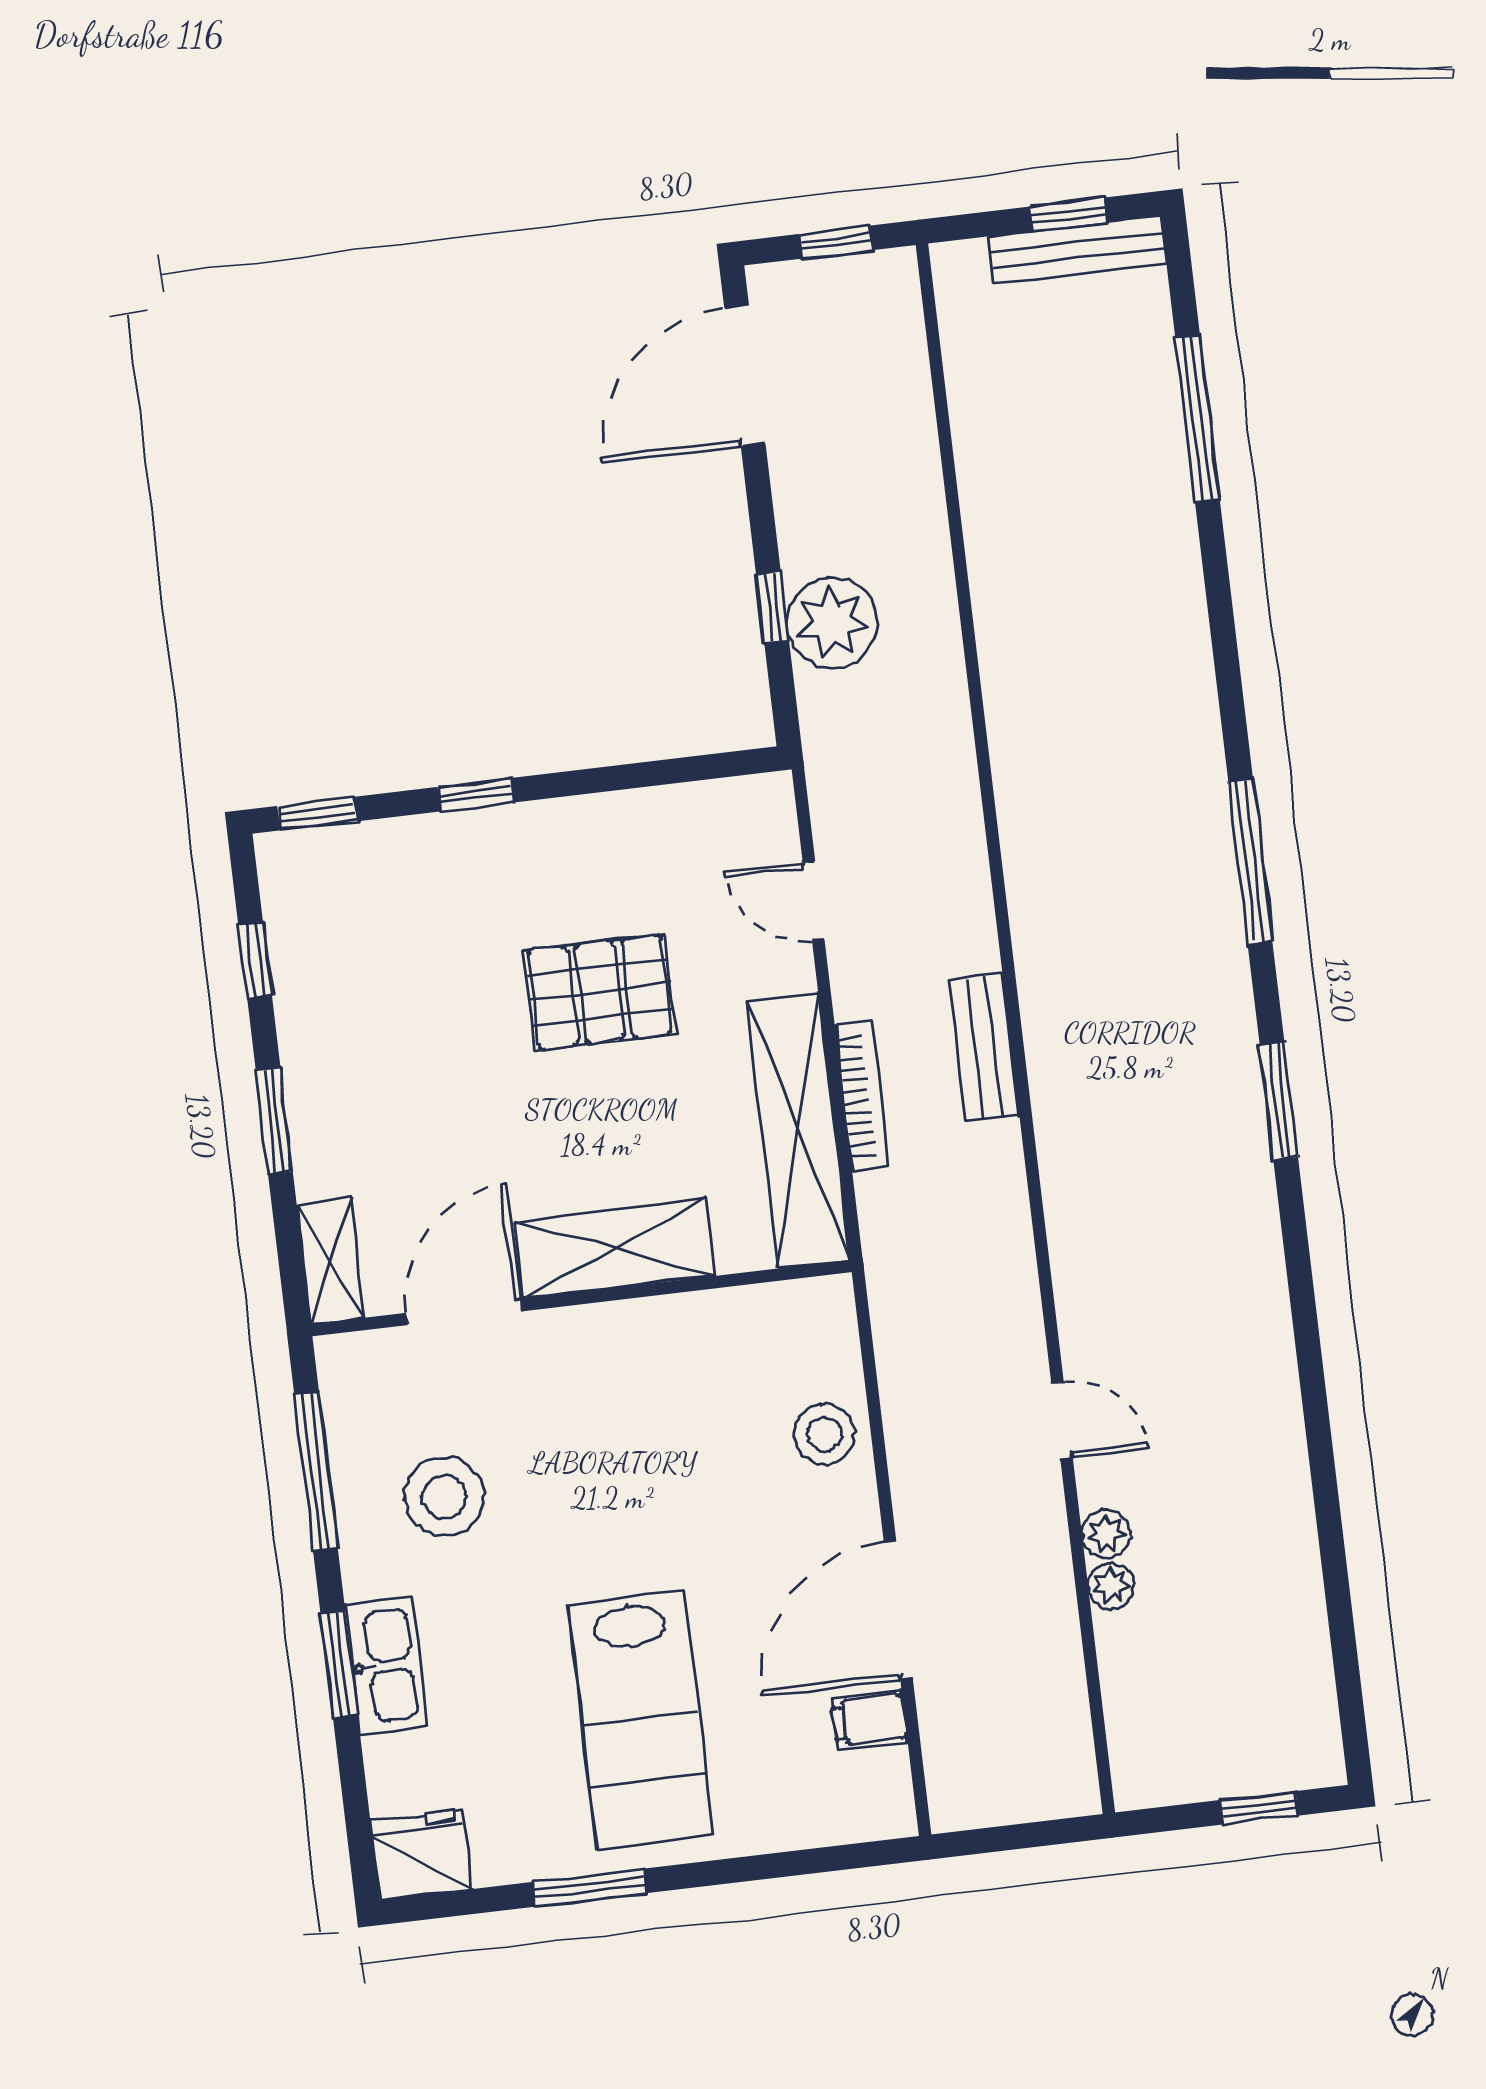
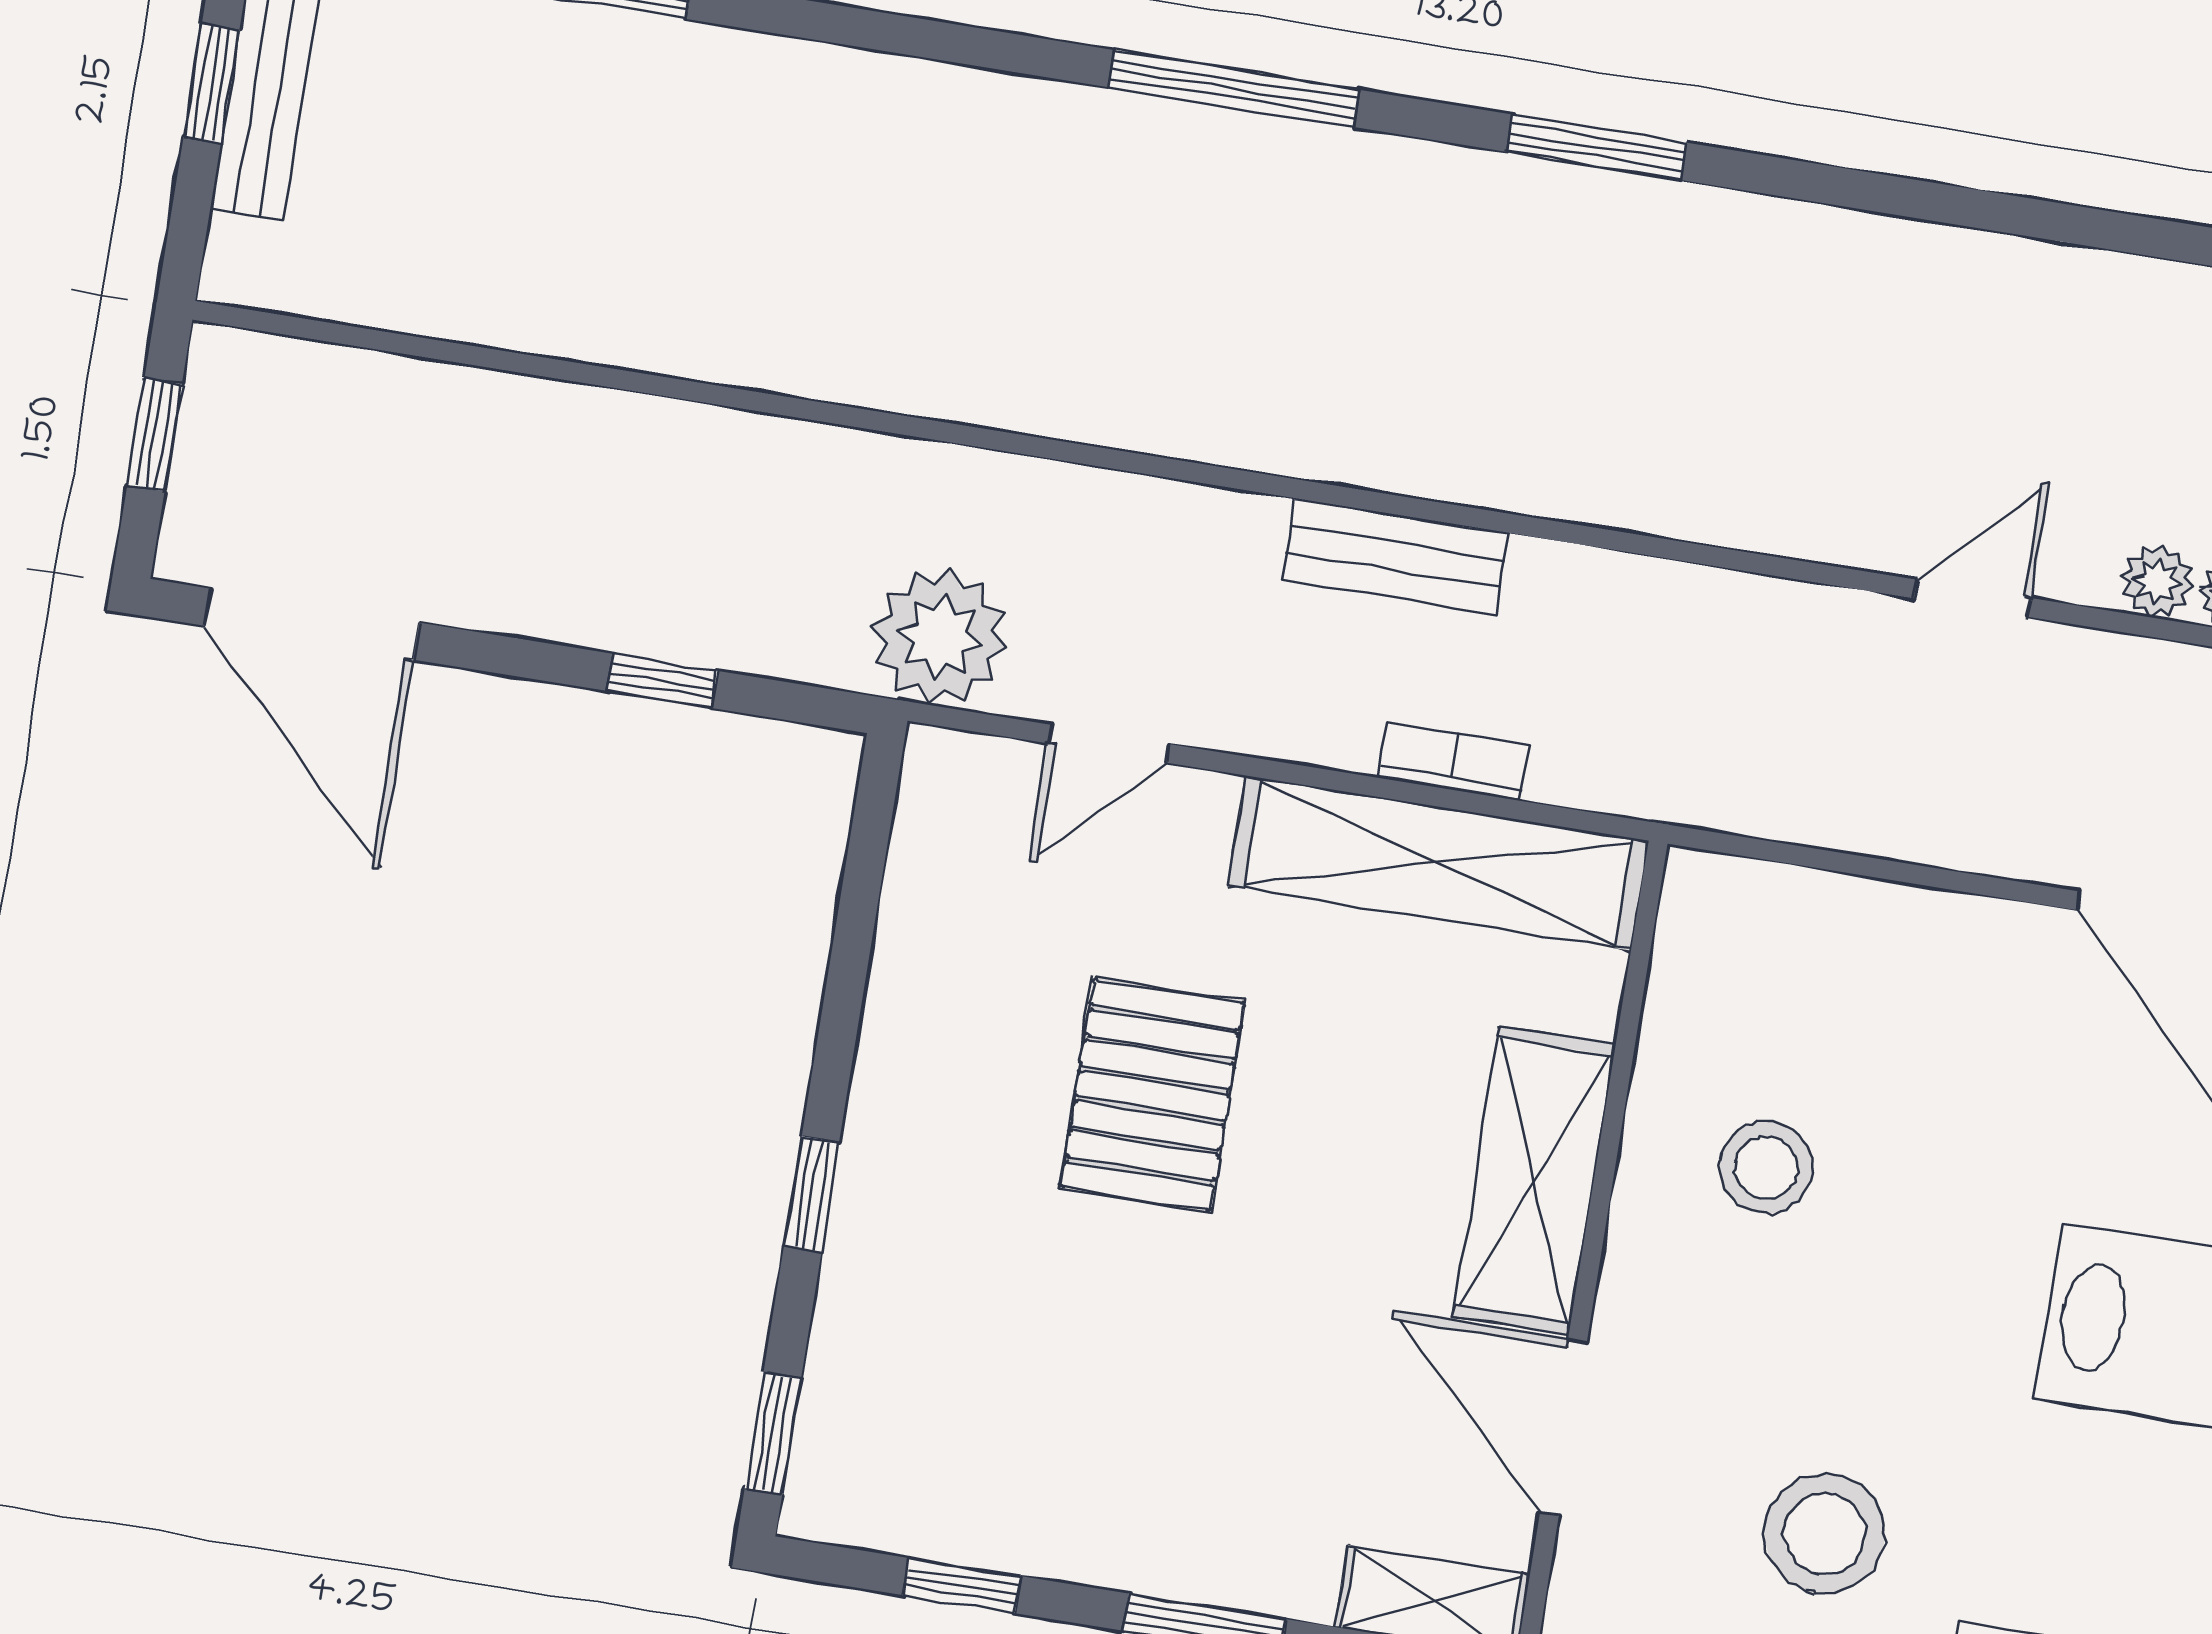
plant: (832, 623) -> (940, 637), moved
bookcase: (862, 1095) -> (1453, 761), width x0.64
stool: (825, 1434) -> (1766, 1168), moved

